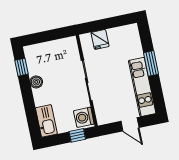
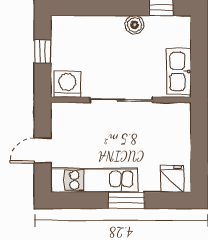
fridge: (100, 39) -> (172, 179), moved, turned 90
kitchen sink: (46, 121) -> (179, 71), moved, turned 90
window: (77, 135) -> (43, 51), moved

